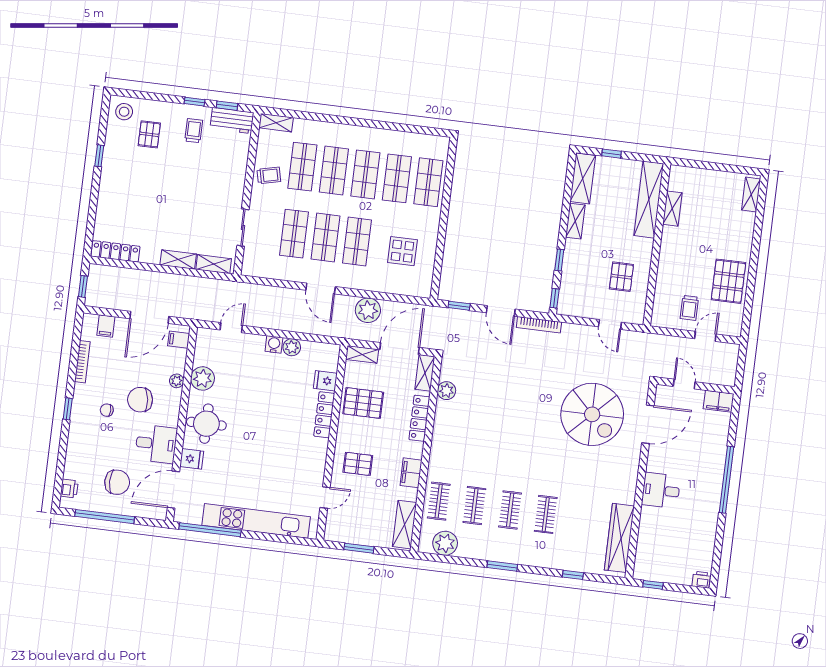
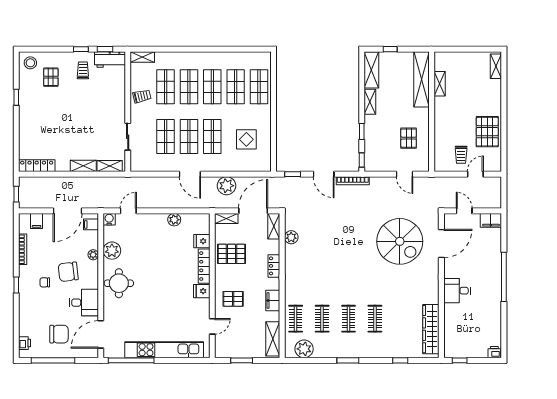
water cooler: (274, 344) -> (109, 219), moved
locker: (419, 418) -> (274, 266), width x0.66
fridge: (192, 459) -> (202, 291), moved, turned 180

